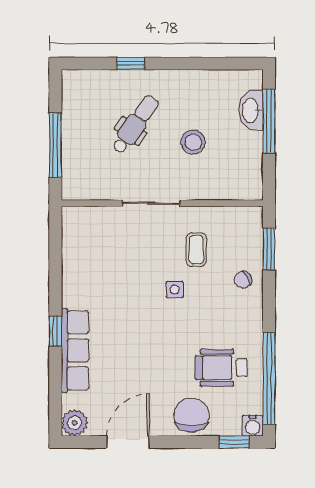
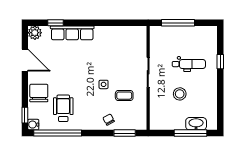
dental chair: (135, 124) -> (189, 64), turned -35
window: (55, 331) -> (56, 23), moved
chair: (192, 415) -> (39, 93), turned -90

